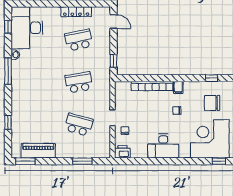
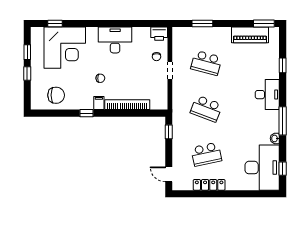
window: (212, 78) -> (87, 113), moved
school desk: (79, 82) -> (206, 109), turned 30
desk: (22, 95) -> (267, 95), added
chair: (212, 103) -> (56, 95), moved

